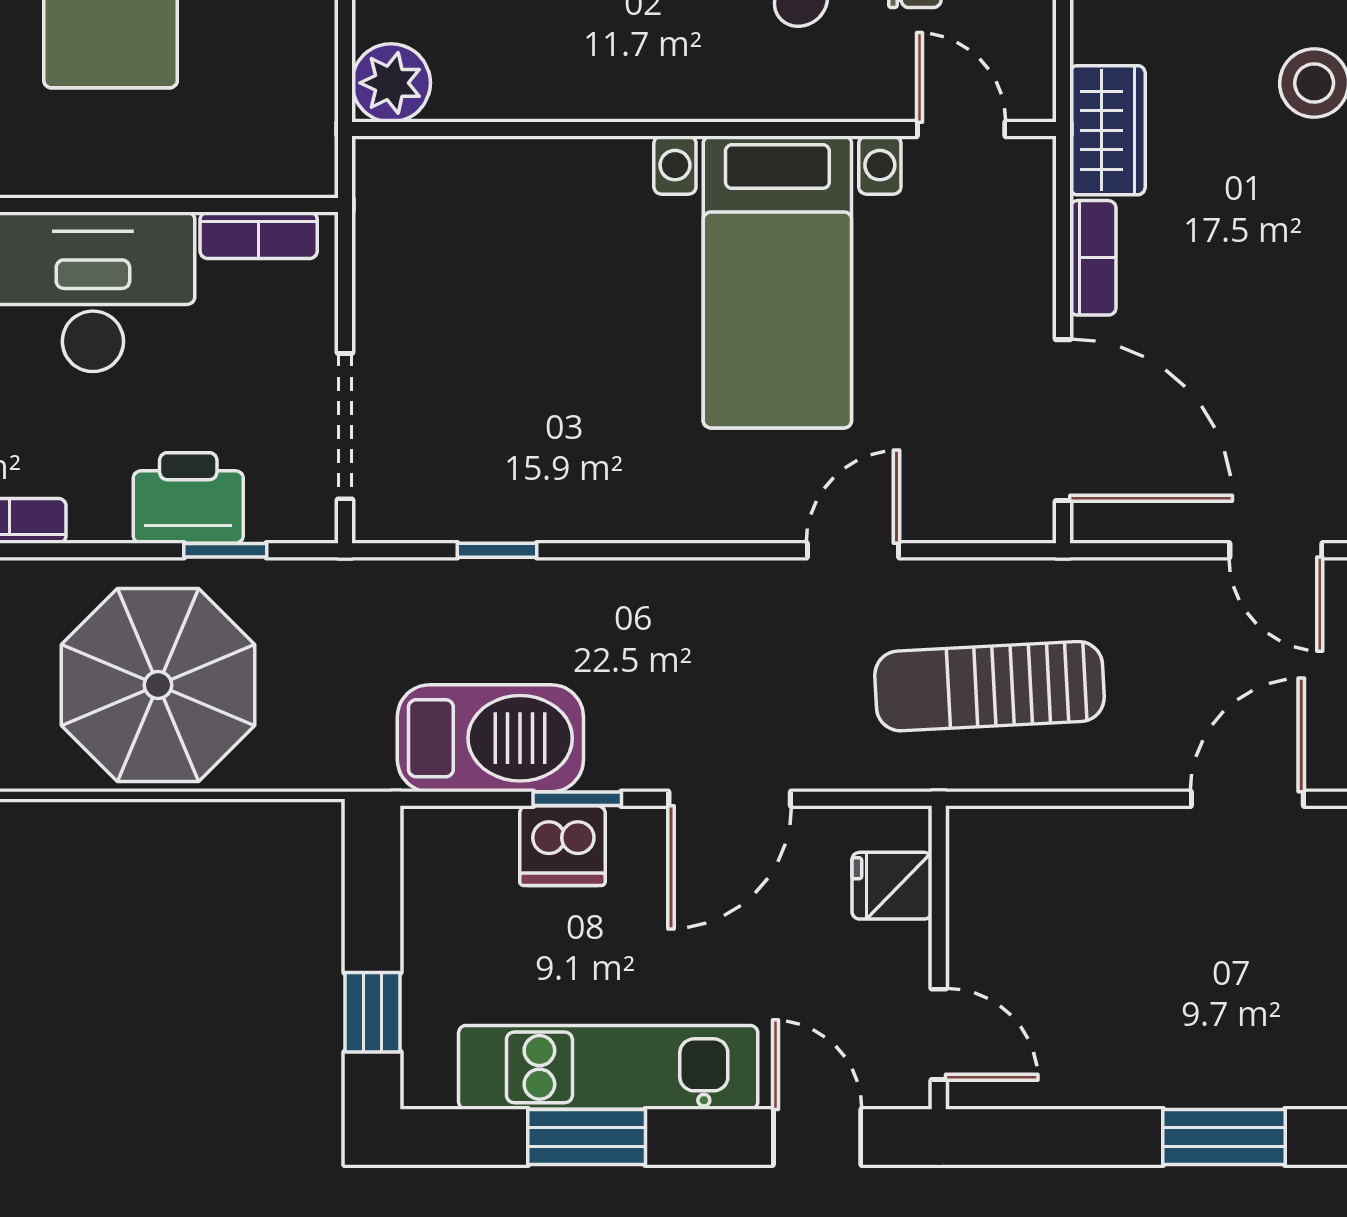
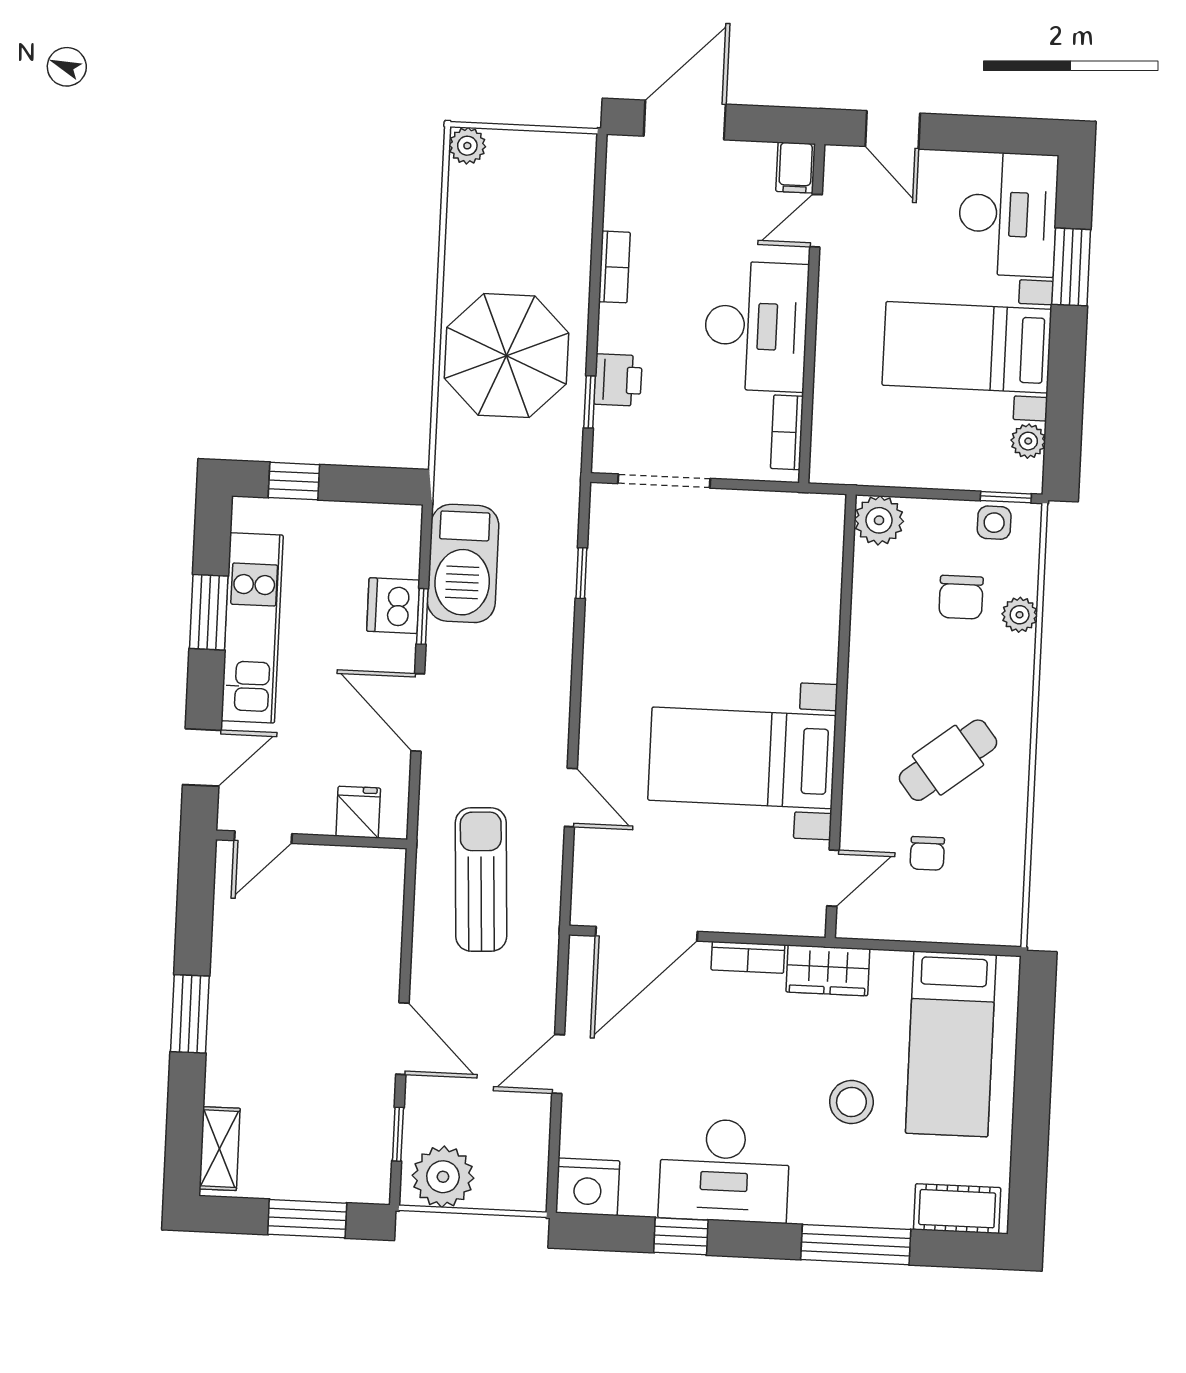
printer: (188, 498) -> (618, 380), width x0.73, depth x0.81

